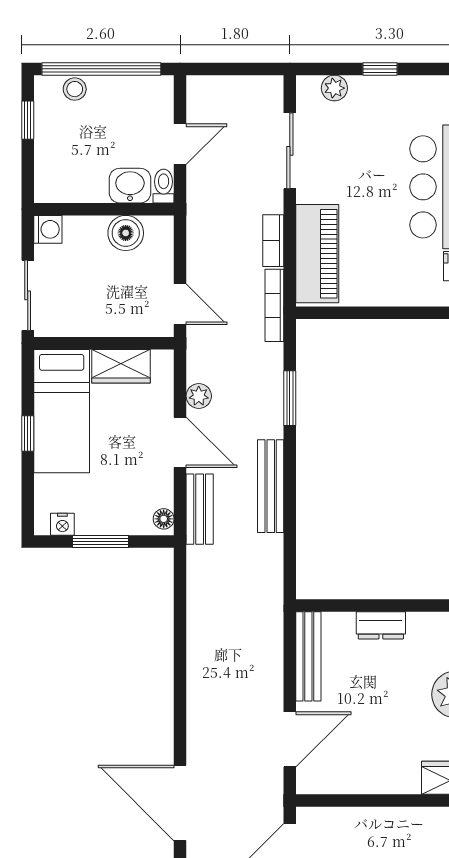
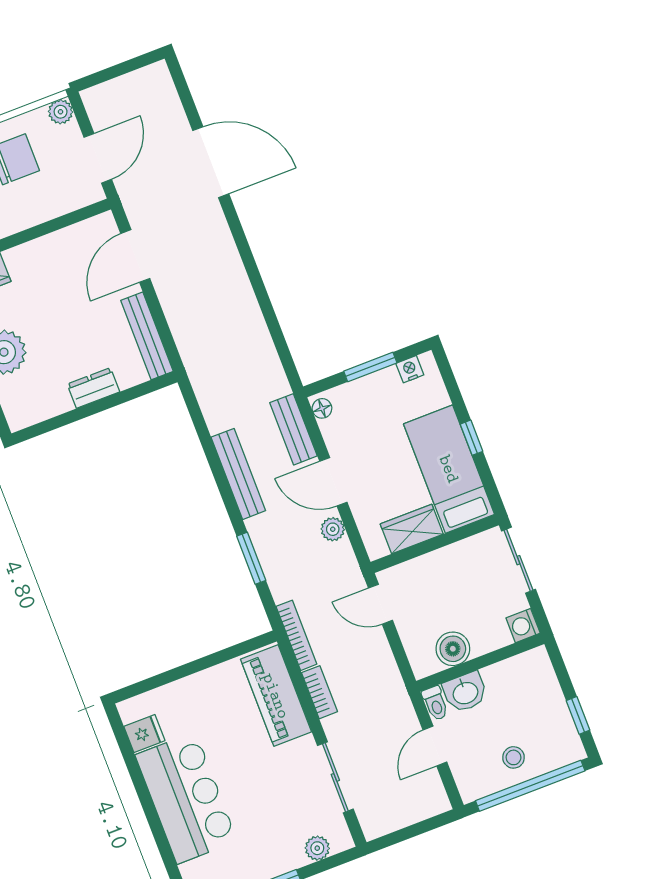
stool: (75, 89) -> (514, 757), moved

